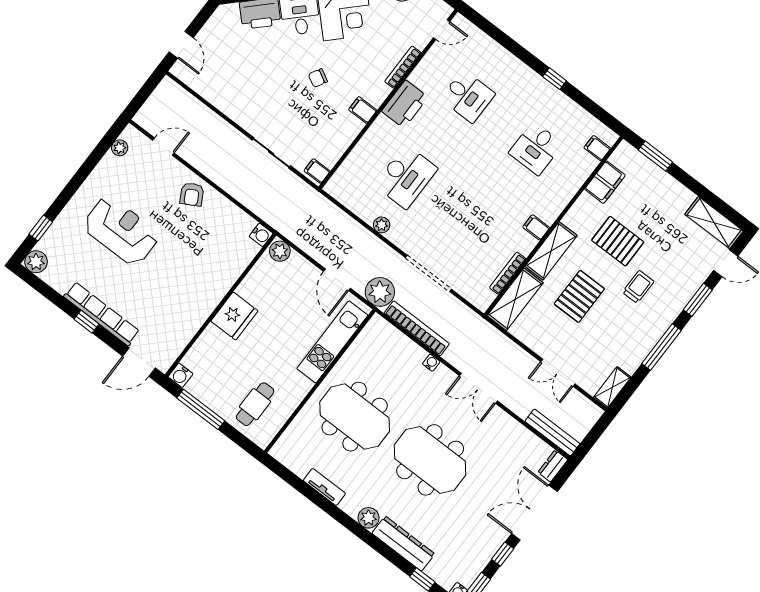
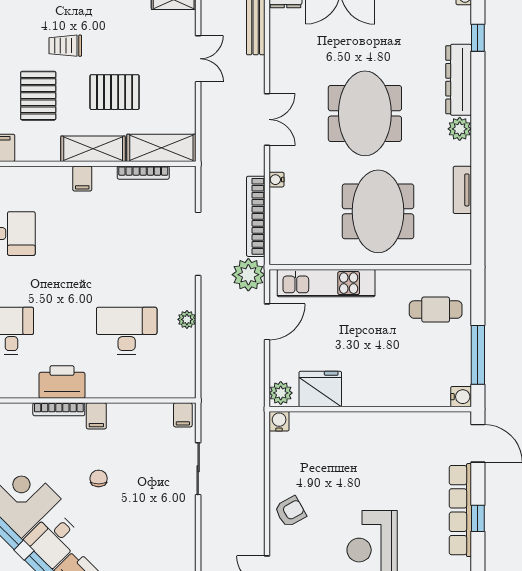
bookcase: (403, 67) -> (59, 409), moved
chair: (318, 78) -> (99, 478), turned -119
fridge: (234, 316) -> (320, 389), moved

